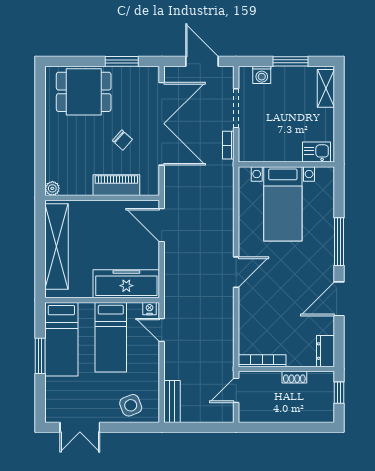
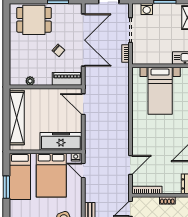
piano: (116, 185) -> (67, 79), moved
plant: (52, 188) -> (30, 81), moved
door: (236, 272) -> (130, 165), moved
bed: (111, 337) -> (51, 175), width x1.50

